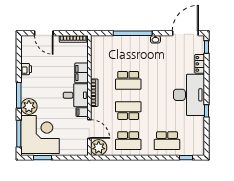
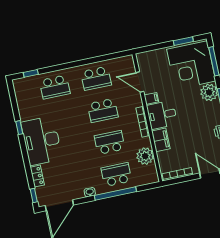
school desk: (128, 50) -> (116, 174), added
school desk: (128, 141) -> (96, 78), turned 180
school desk: (167, 141) -> (55, 87), turned 180
plant: (99, 148) -> (145, 156), moved

